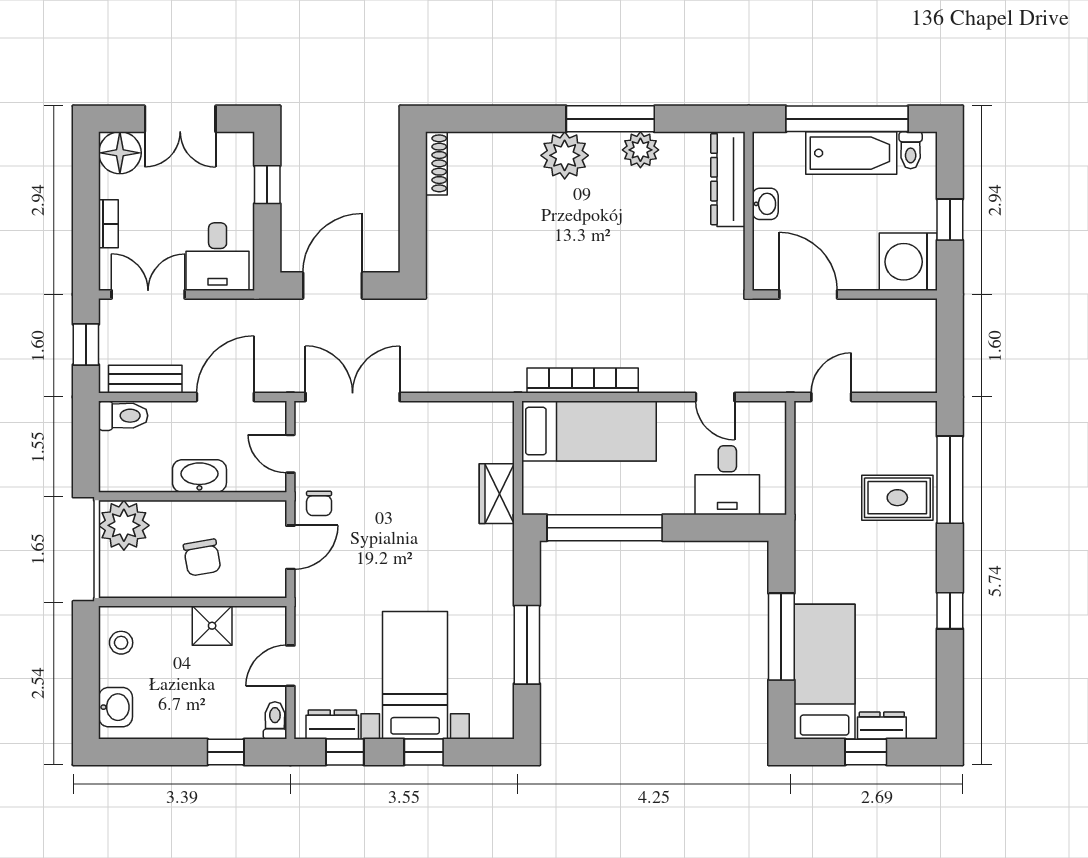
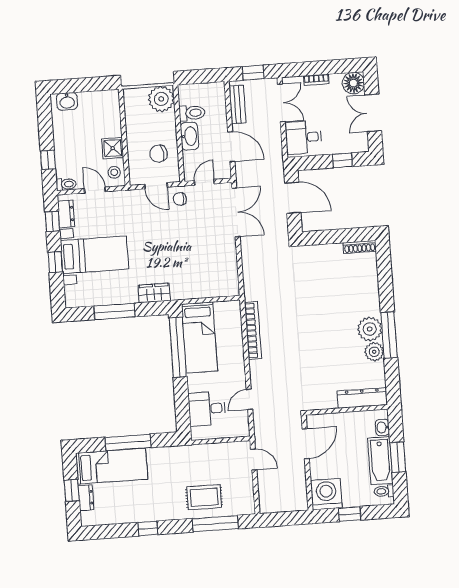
window: (847, 119) -> (398, 457), width x0.47
plant: (565, 155) -> (370, 329), moved
washbasin: (765, 204) -> (382, 427), moved, turned 90
toilet: (123, 416) -> (192, 113), moved, turned -90
bed: (589, 431) -> (199, 337), moved
wardrobe: (497, 494) -> (154, 293), moved
rug: (897, 498) -> (204, 497), turned 90
chair: (202, 558) -> (158, 154), moved
stool: (121, 643) -> (114, 172), moved

